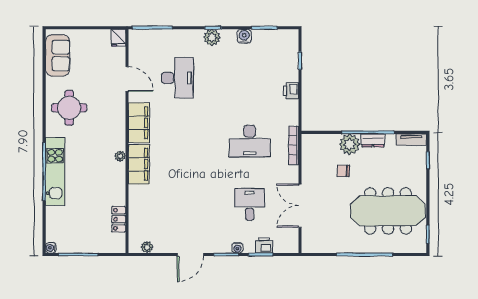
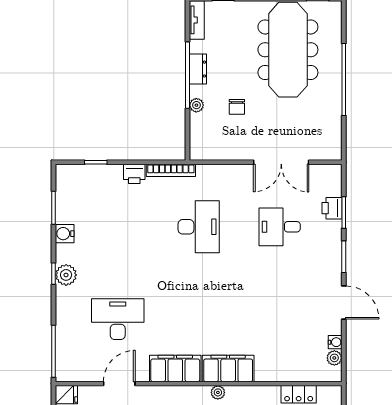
plant: (350, 144) -> (196, 105), width x0.53, depth x0.53
bookcase: (294, 145) -> (171, 170), moved
water cooler: (237, 248) -> (335, 342), moved

